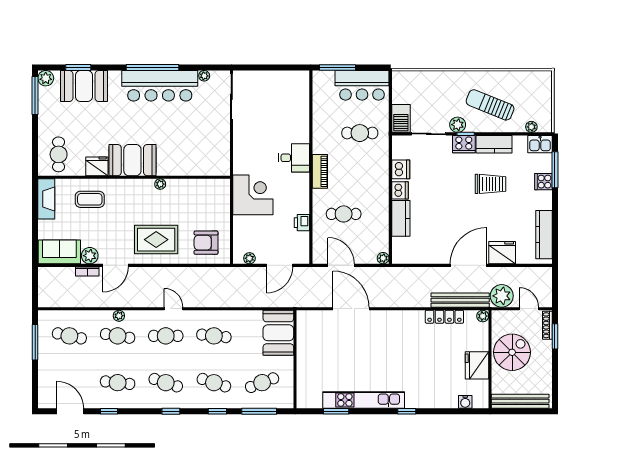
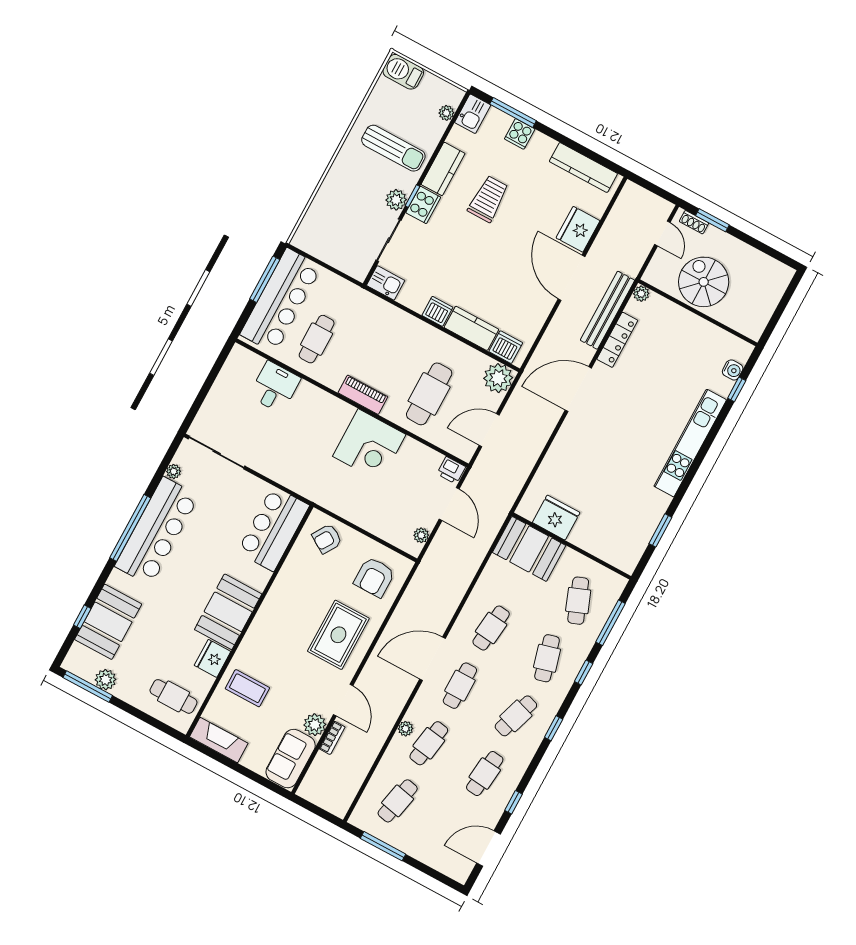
window: (78, 67) -> (82, 617), width x0.67
window: (337, 67) -> (265, 279), moved
plant: (46, 78) -> (106, 680), moved
bar counter: (362, 85) -> (281, 300), width x1.36
sun lounger: (490, 105) -> (393, 148), turned -112
barbecue: (401, 118) -> (403, 72), moved, turned 180
cafe table: (360, 133) -> (317, 339), moved
kitchen sink: (400, 147) -> (386, 283), added
desk: (294, 158) -> (275, 387), moved
bar counter: (202, 160) -> (273, 529), added
dishwasher: (401, 169) -> (506, 347), moved
plant: (160, 184) -> (275, 594), removed
corner desk: (253, 195) -> (369, 445), moved, turned 180
coffee table: (90, 199) -> (247, 688), turned 90
armchair: (214, 199) -> (327, 539), added
cafe table: (344, 214) -> (429, 394), width x1.37, depth x1.35
printer: (302, 223) -> (451, 470), moved
plant: (383, 258) -> (498, 378), width x1.87, depth x1.87
plant: (502, 296) -> (629, 258), removed
door: (174, 309) -> (432, 659), width x1.87
door: (351, 309) -> (578, 389), moved
door: (529, 309) -> (662, 233), swing flipped
shoe rack: (547, 325) -> (694, 222), width x0.70
fridge: (477, 365) -> (556, 518), moved, turned 180
cafe table: (214, 383) -> (547, 658), turned -33
kitchen unit: (364, 400) -> (690, 443), moved
bench: (520, 401) -> (767, 304), removed
window: (407, 411) -> (737, 389), moved

